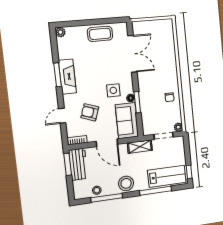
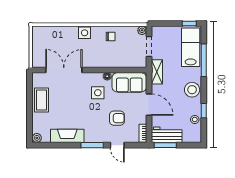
side table: (171, 71) -> (85, 33), added
window: (58, 75) -> (92, 145), moved
fireplace: (67, 77) -> (67, 136), moved
window: (137, 102) -> (112, 70), removed
armchair: (90, 112) -> (117, 118), turned -110
door: (107, 143) -> (149, 105), hinge flipped
window: (107, 198) -> (204, 111), width x0.46

